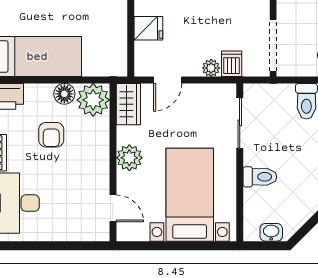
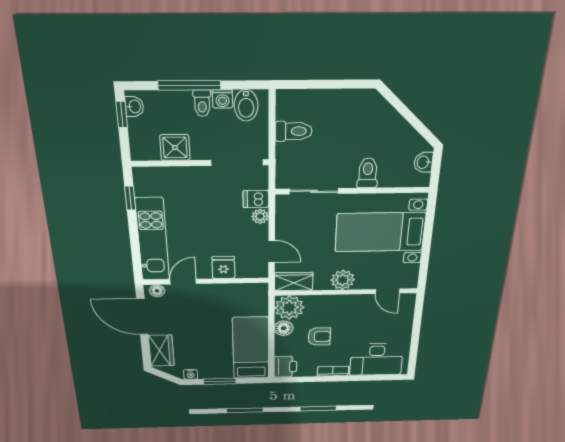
door: (113, 208) -> (388, 291), swing flipped

